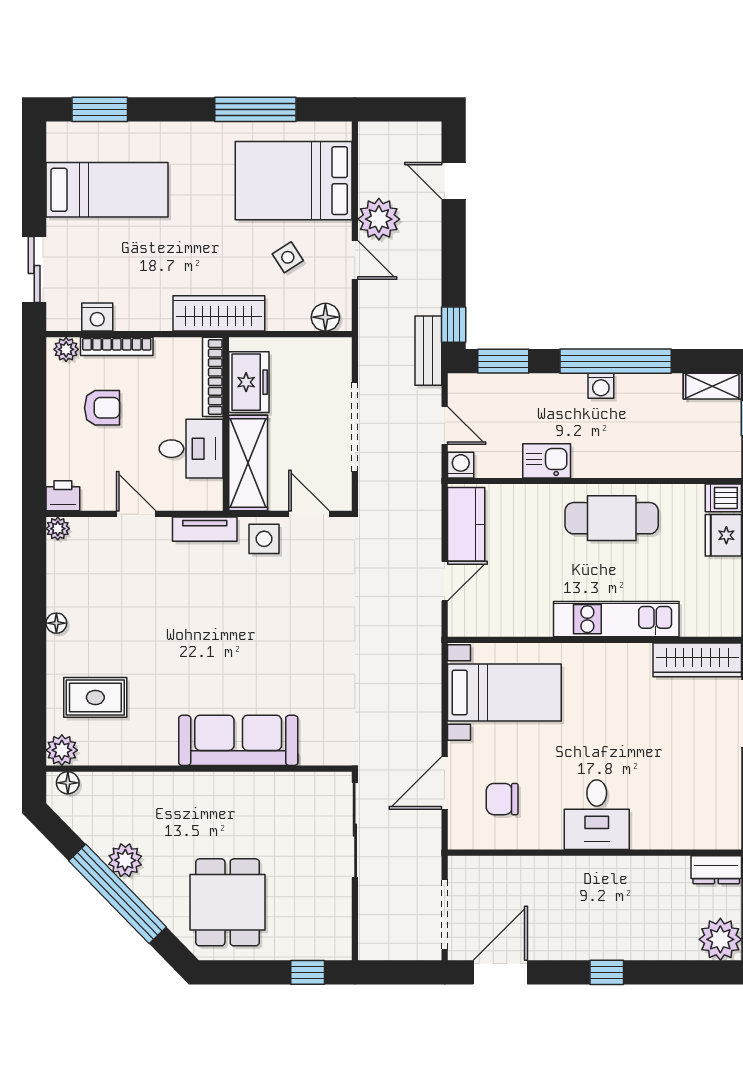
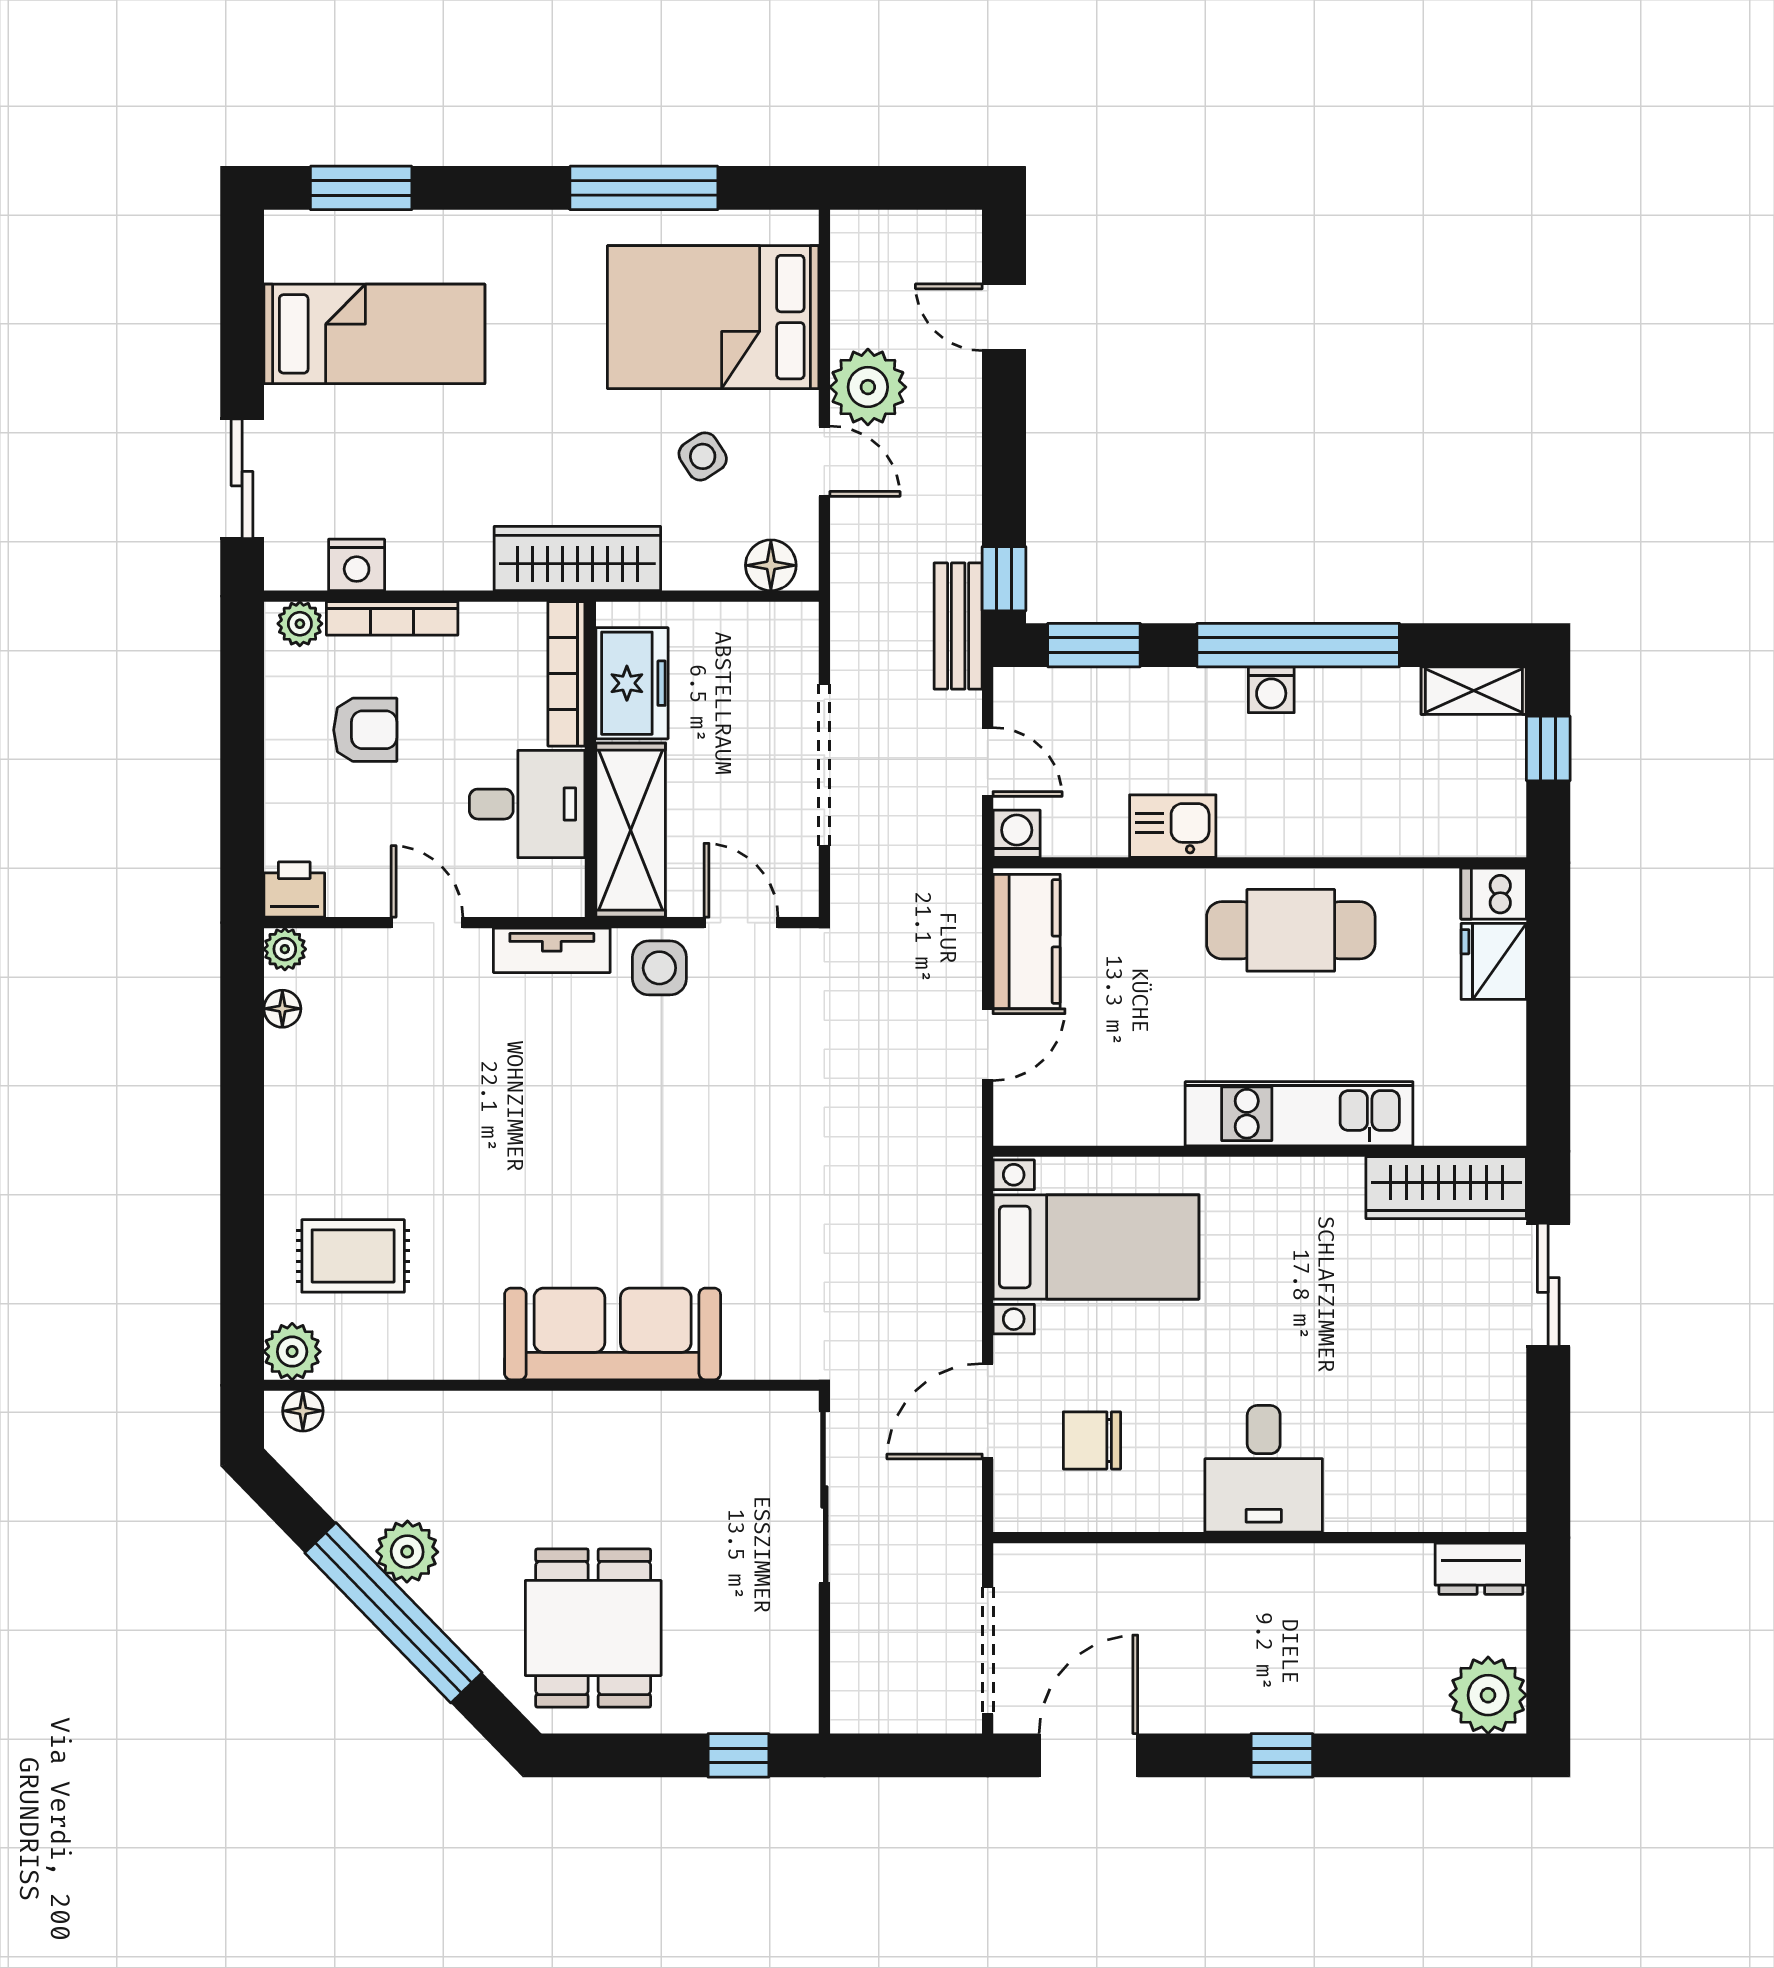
floor lamp: (56, 623) -> (282, 1009), moved

